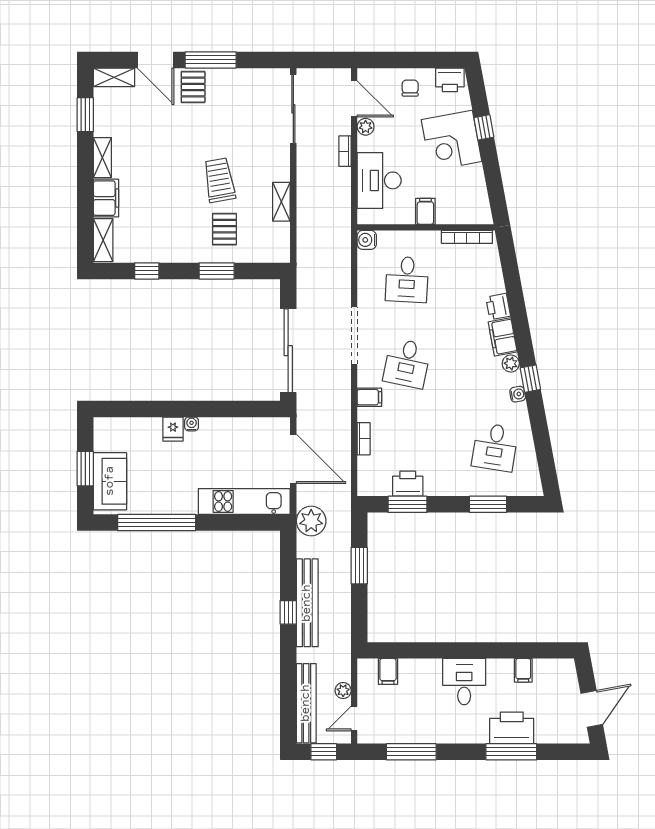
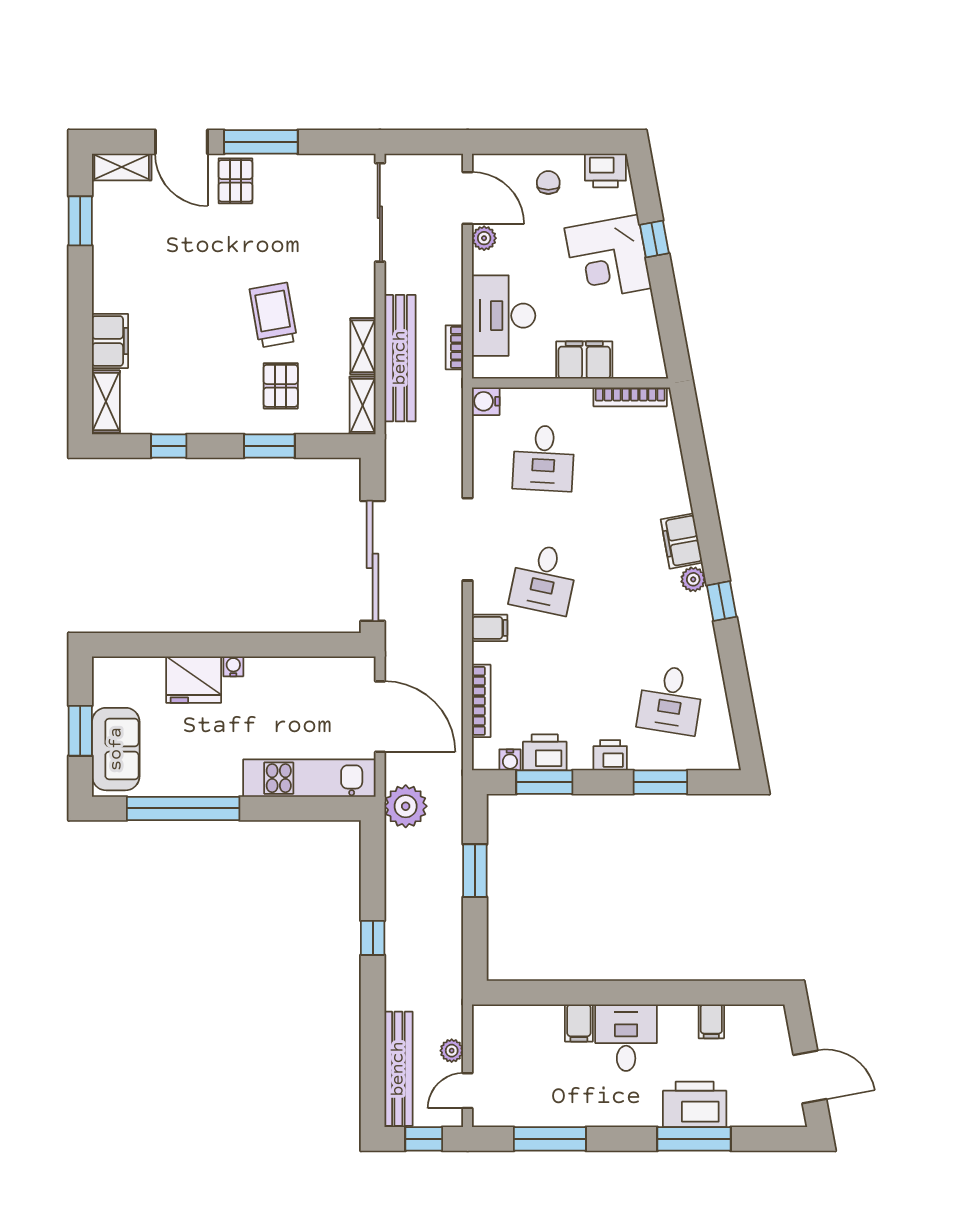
bookcase: (345, 151) -> (454, 347), moved
shelving: (102, 158) -> (363, 405), moved
filing cabinet: (425, 211) -> (584, 360), width x2.00
printer: (498, 307) -> (610, 755), moved, turned 101
water cooler: (518, 394) -> (510, 760), moved, turned 101
fridge: (173, 429) -> (194, 680), width x1.88, depth x1.34
bookcase: (364, 439) -> (481, 701), width x1.56
bench: (307, 603) -> (400, 358), moved
filing cabinet: (388, 671) -> (579, 1023), moved
door: (592, 709) -> (810, 1077), hinge flipped

